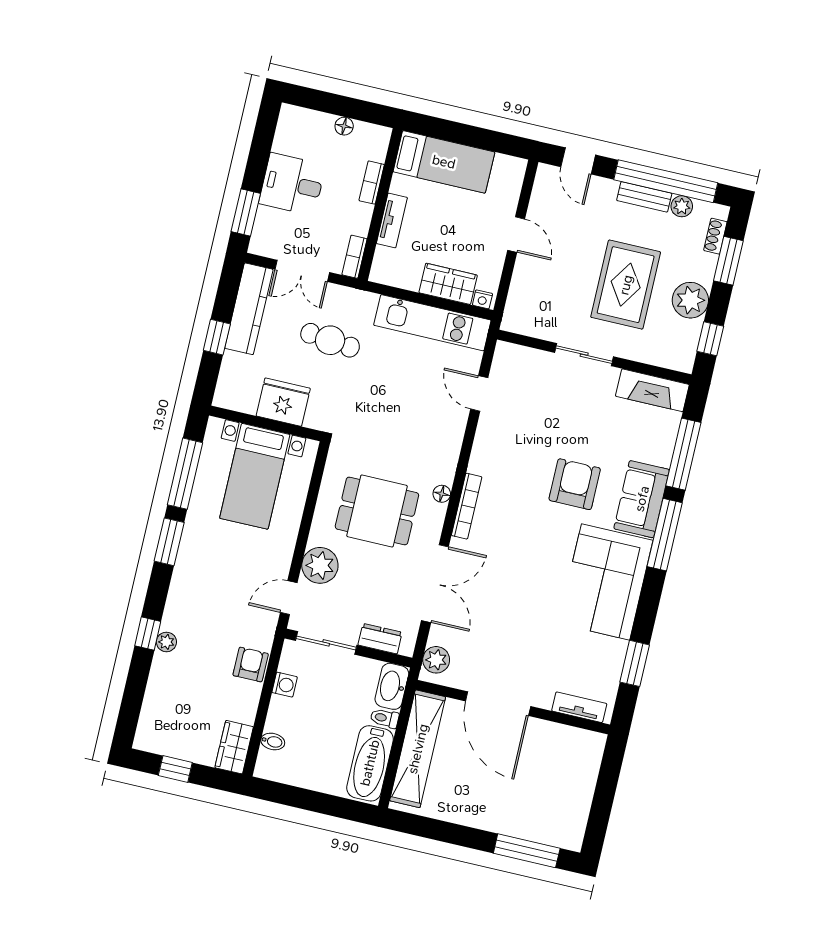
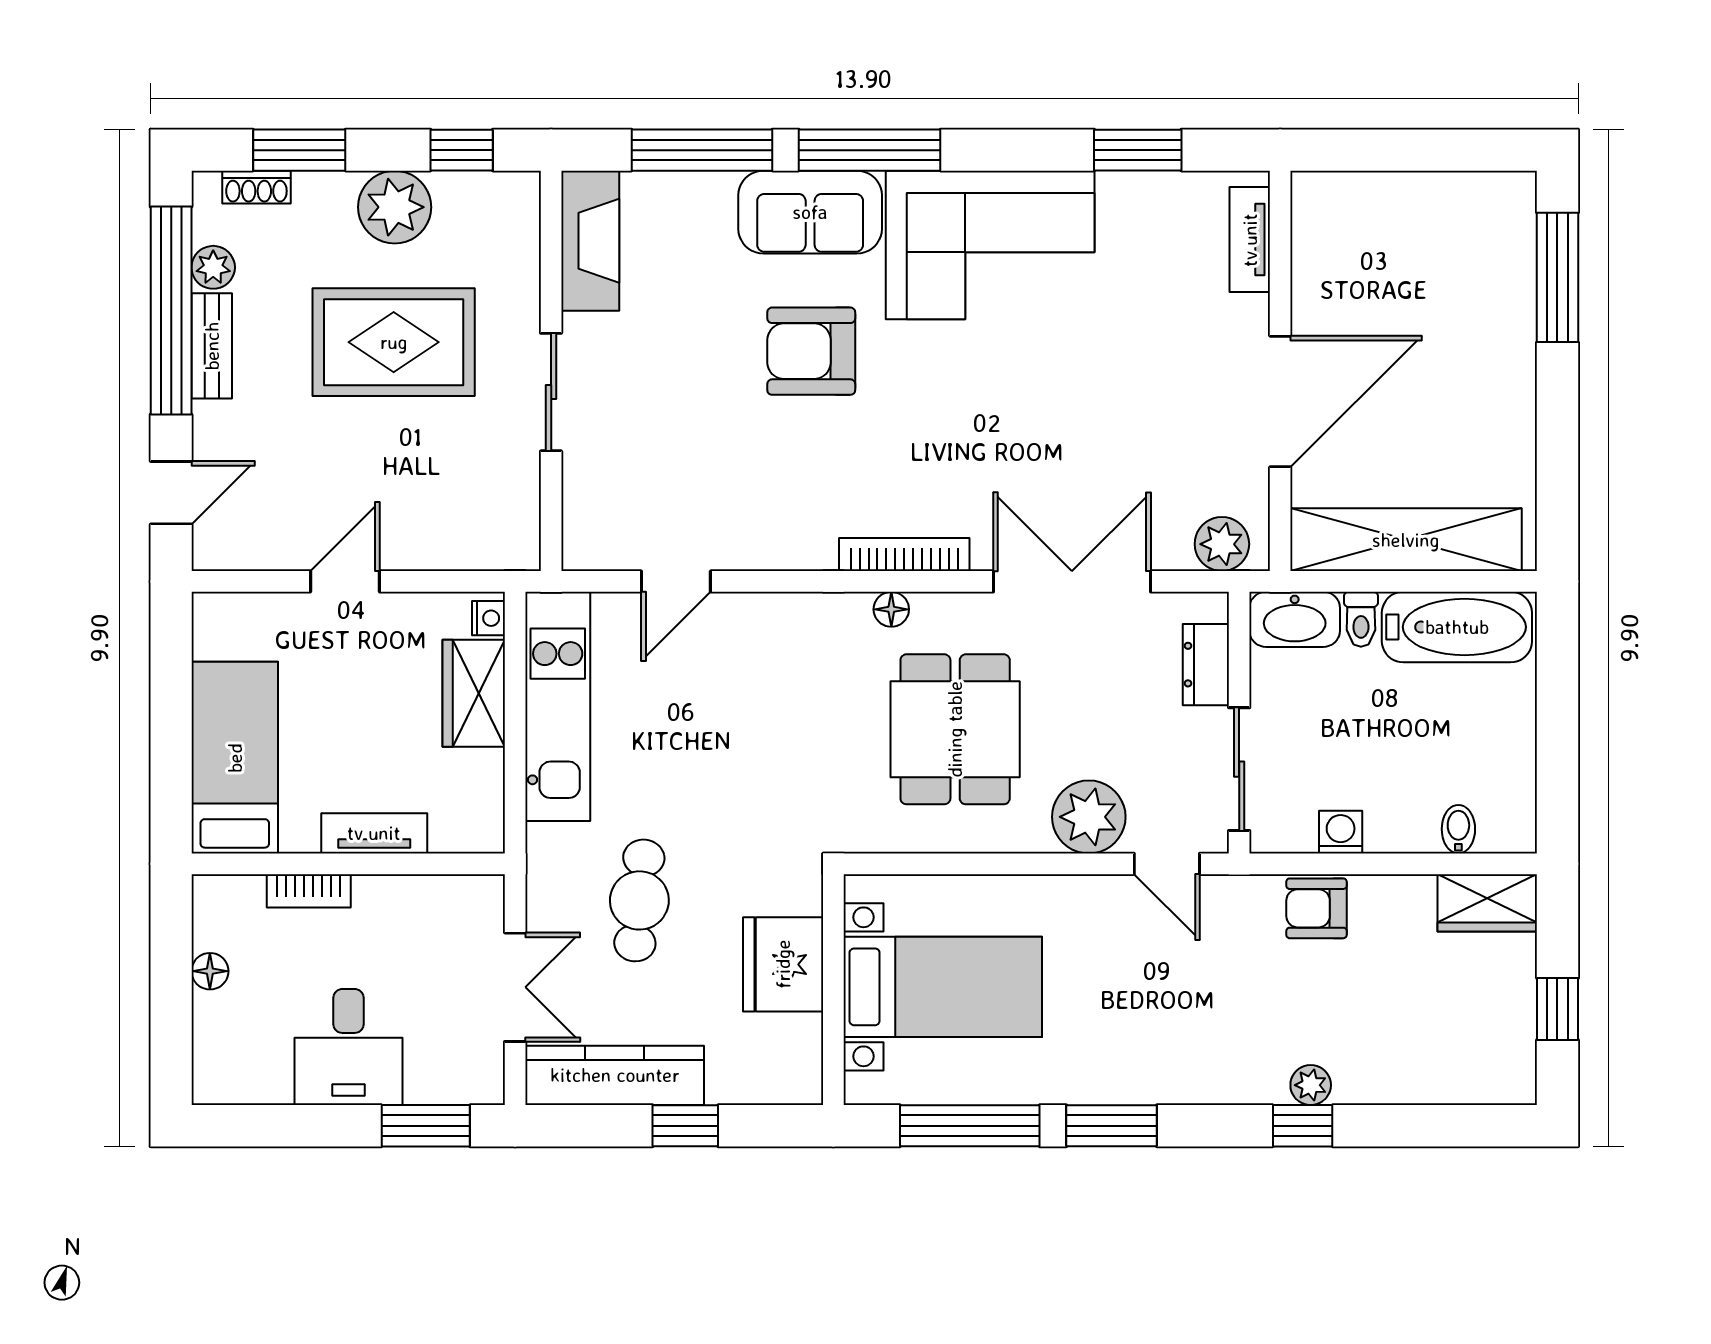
bookcase: (354, 257) -> (463, 891), removed

